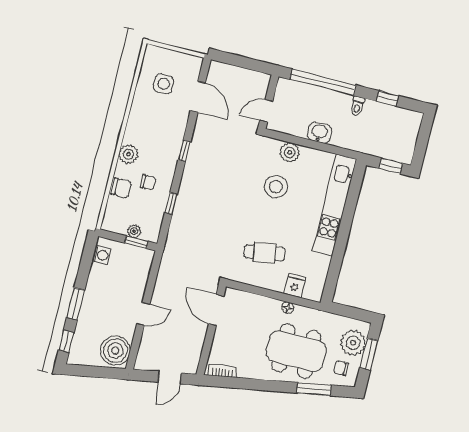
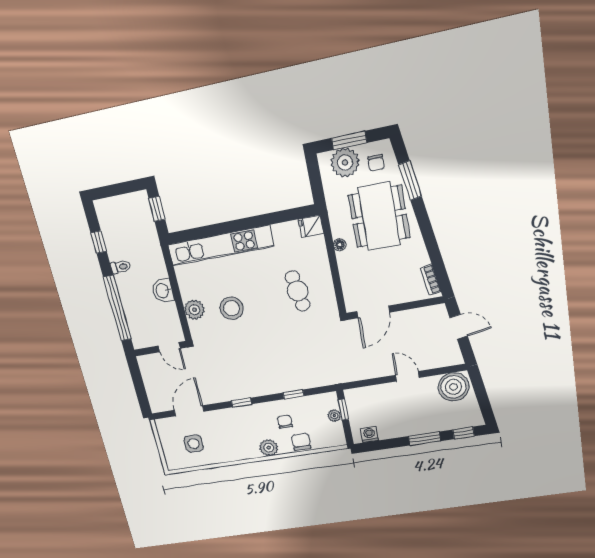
fridge: (295, 286) -> (311, 226), moved

